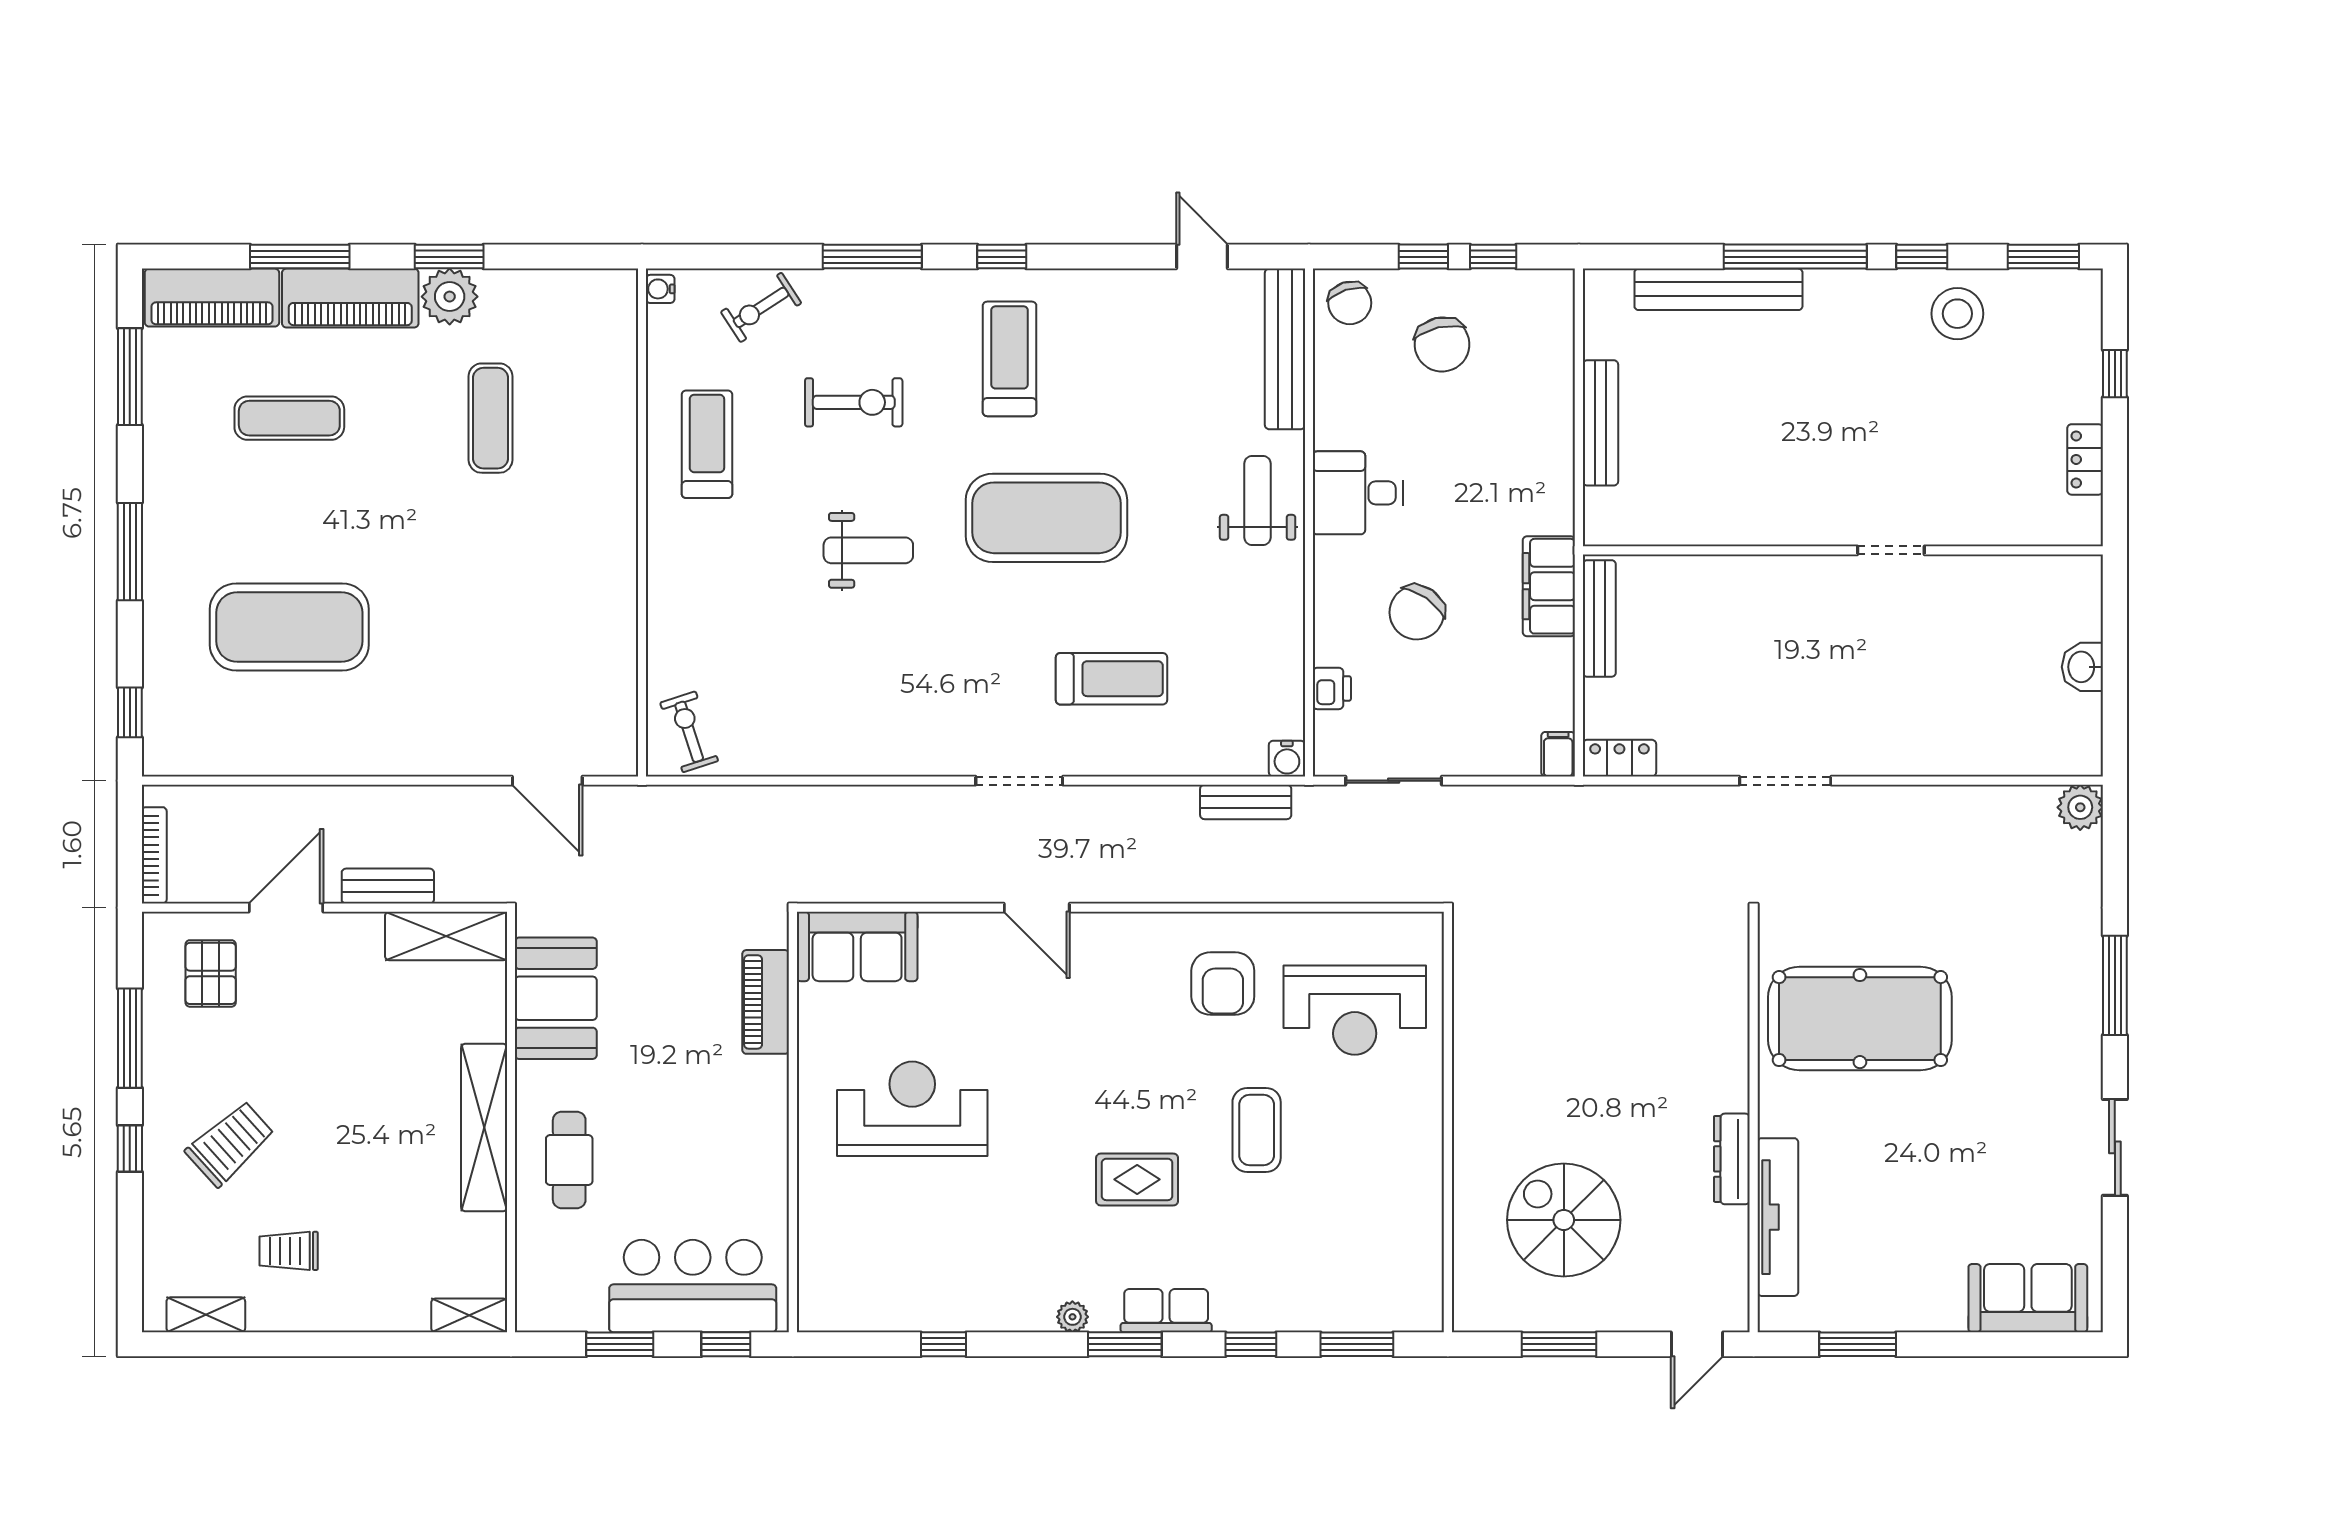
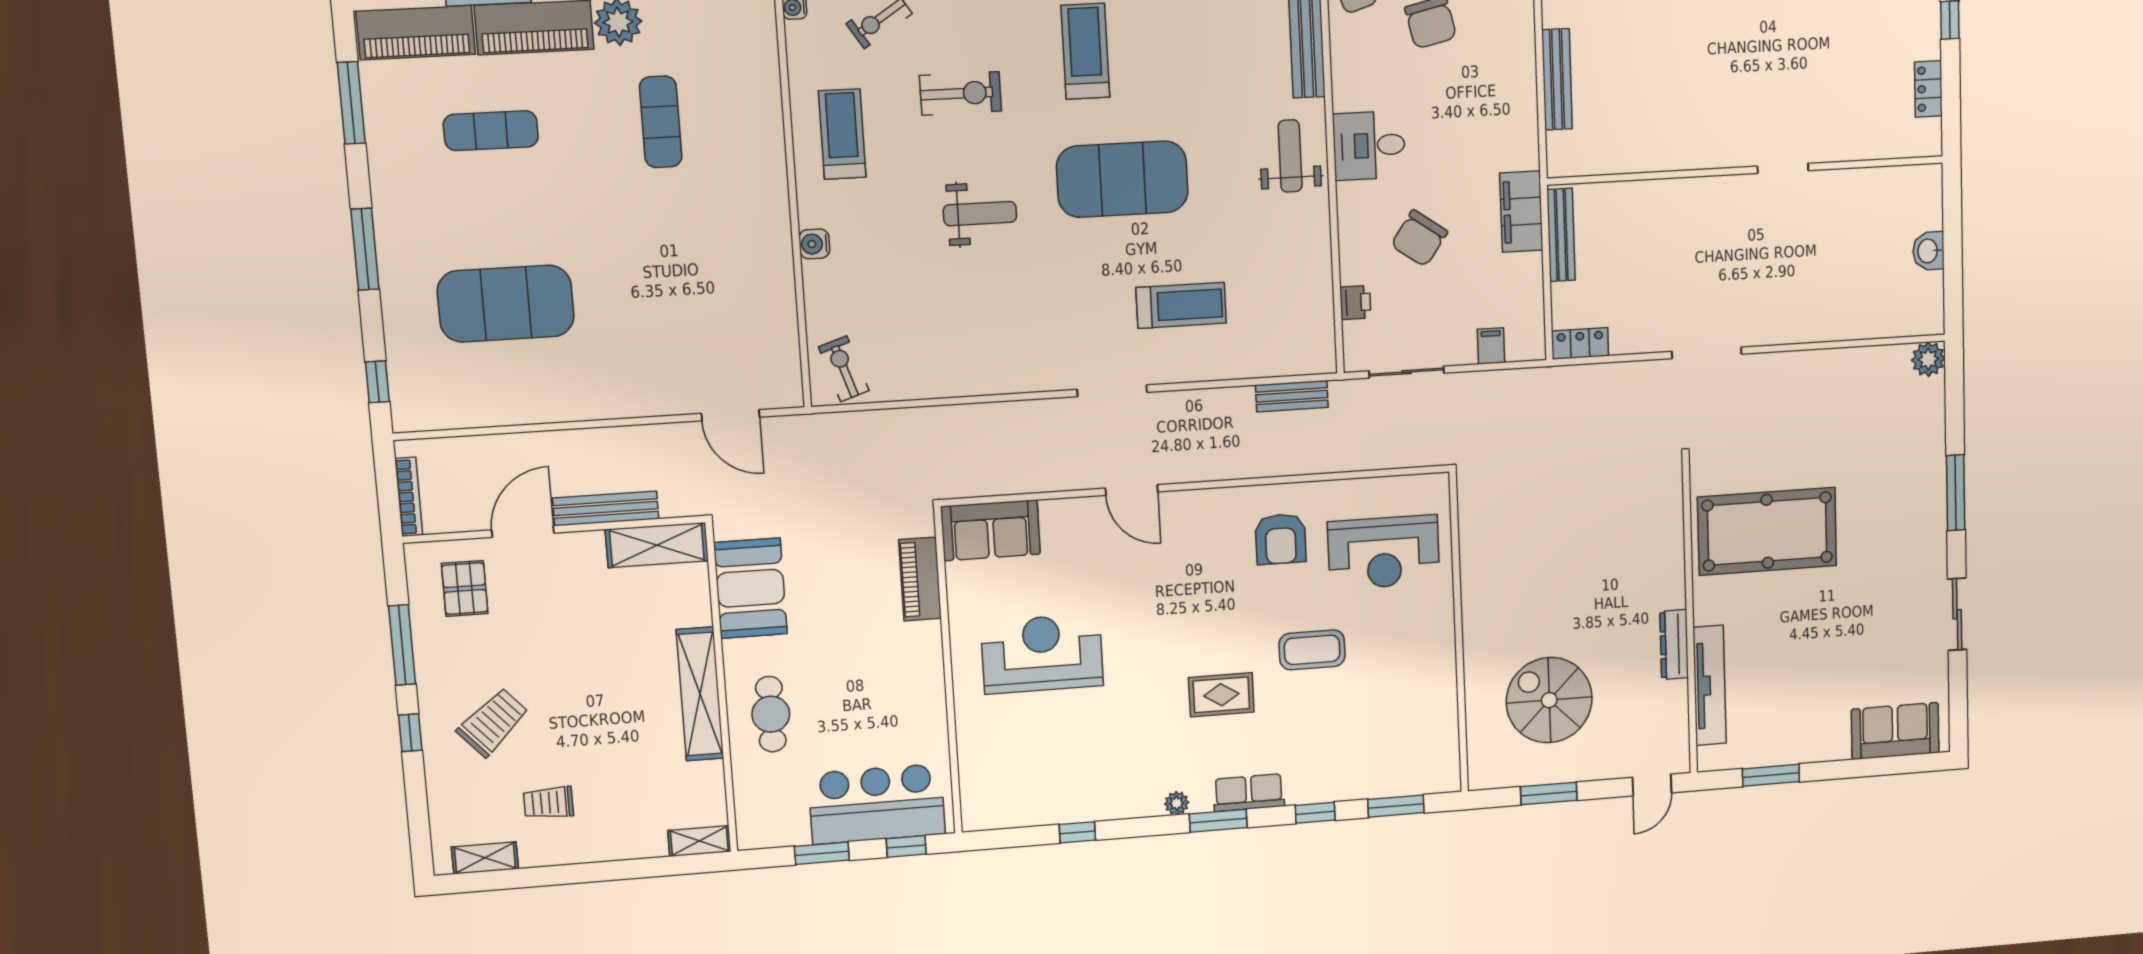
filing cabinet: (1558, 754) -> (1491, 346), moved
water cooler: (1287, 759) -> (814, 244), moved, turned 90
bench: (388, 886) -> (606, 509), width x1.36
coffee table: (1257, 1130) -> (1312, 650), turned 90

